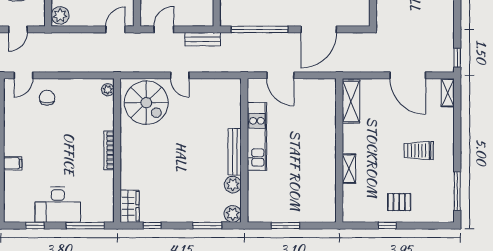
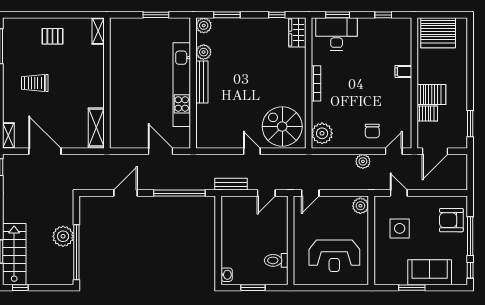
door: (18, 29) -> (399, 193), hinge flipped
door: (319, 29) -> (126, 193), width x0.73
plant: (57, 64) -> (363, 161), added
plant: (108, 90) -> (322, 133), width x1.88, depth x1.88
kitchen unit: (257, 136) -> (182, 85), width x1.36
trolley: (419, 151) -> (35, 83), turned 180
shelving: (349, 169) -> (98, 31), moved
desk: (58, 205) -> (337, 34), moved
window: (85, 226) -> (338, 15), width x0.69
window: (387, 226) -> (63, 15), removed

